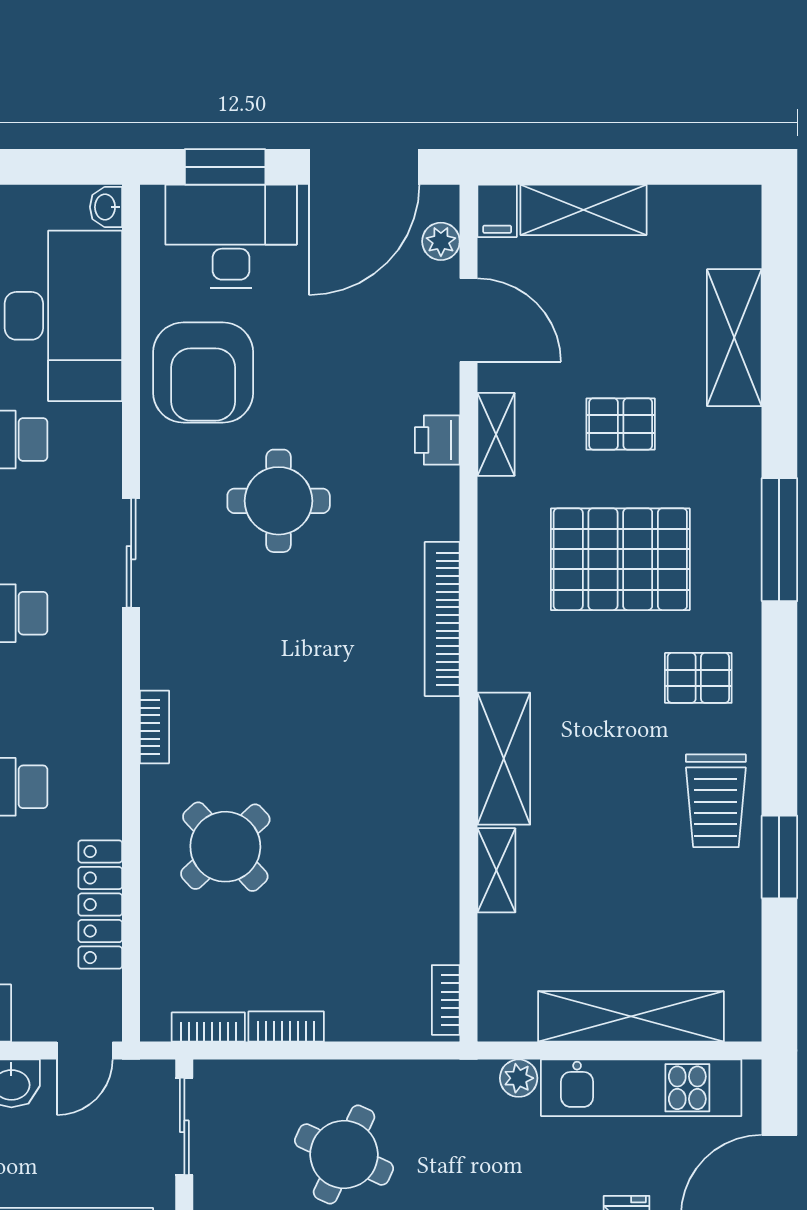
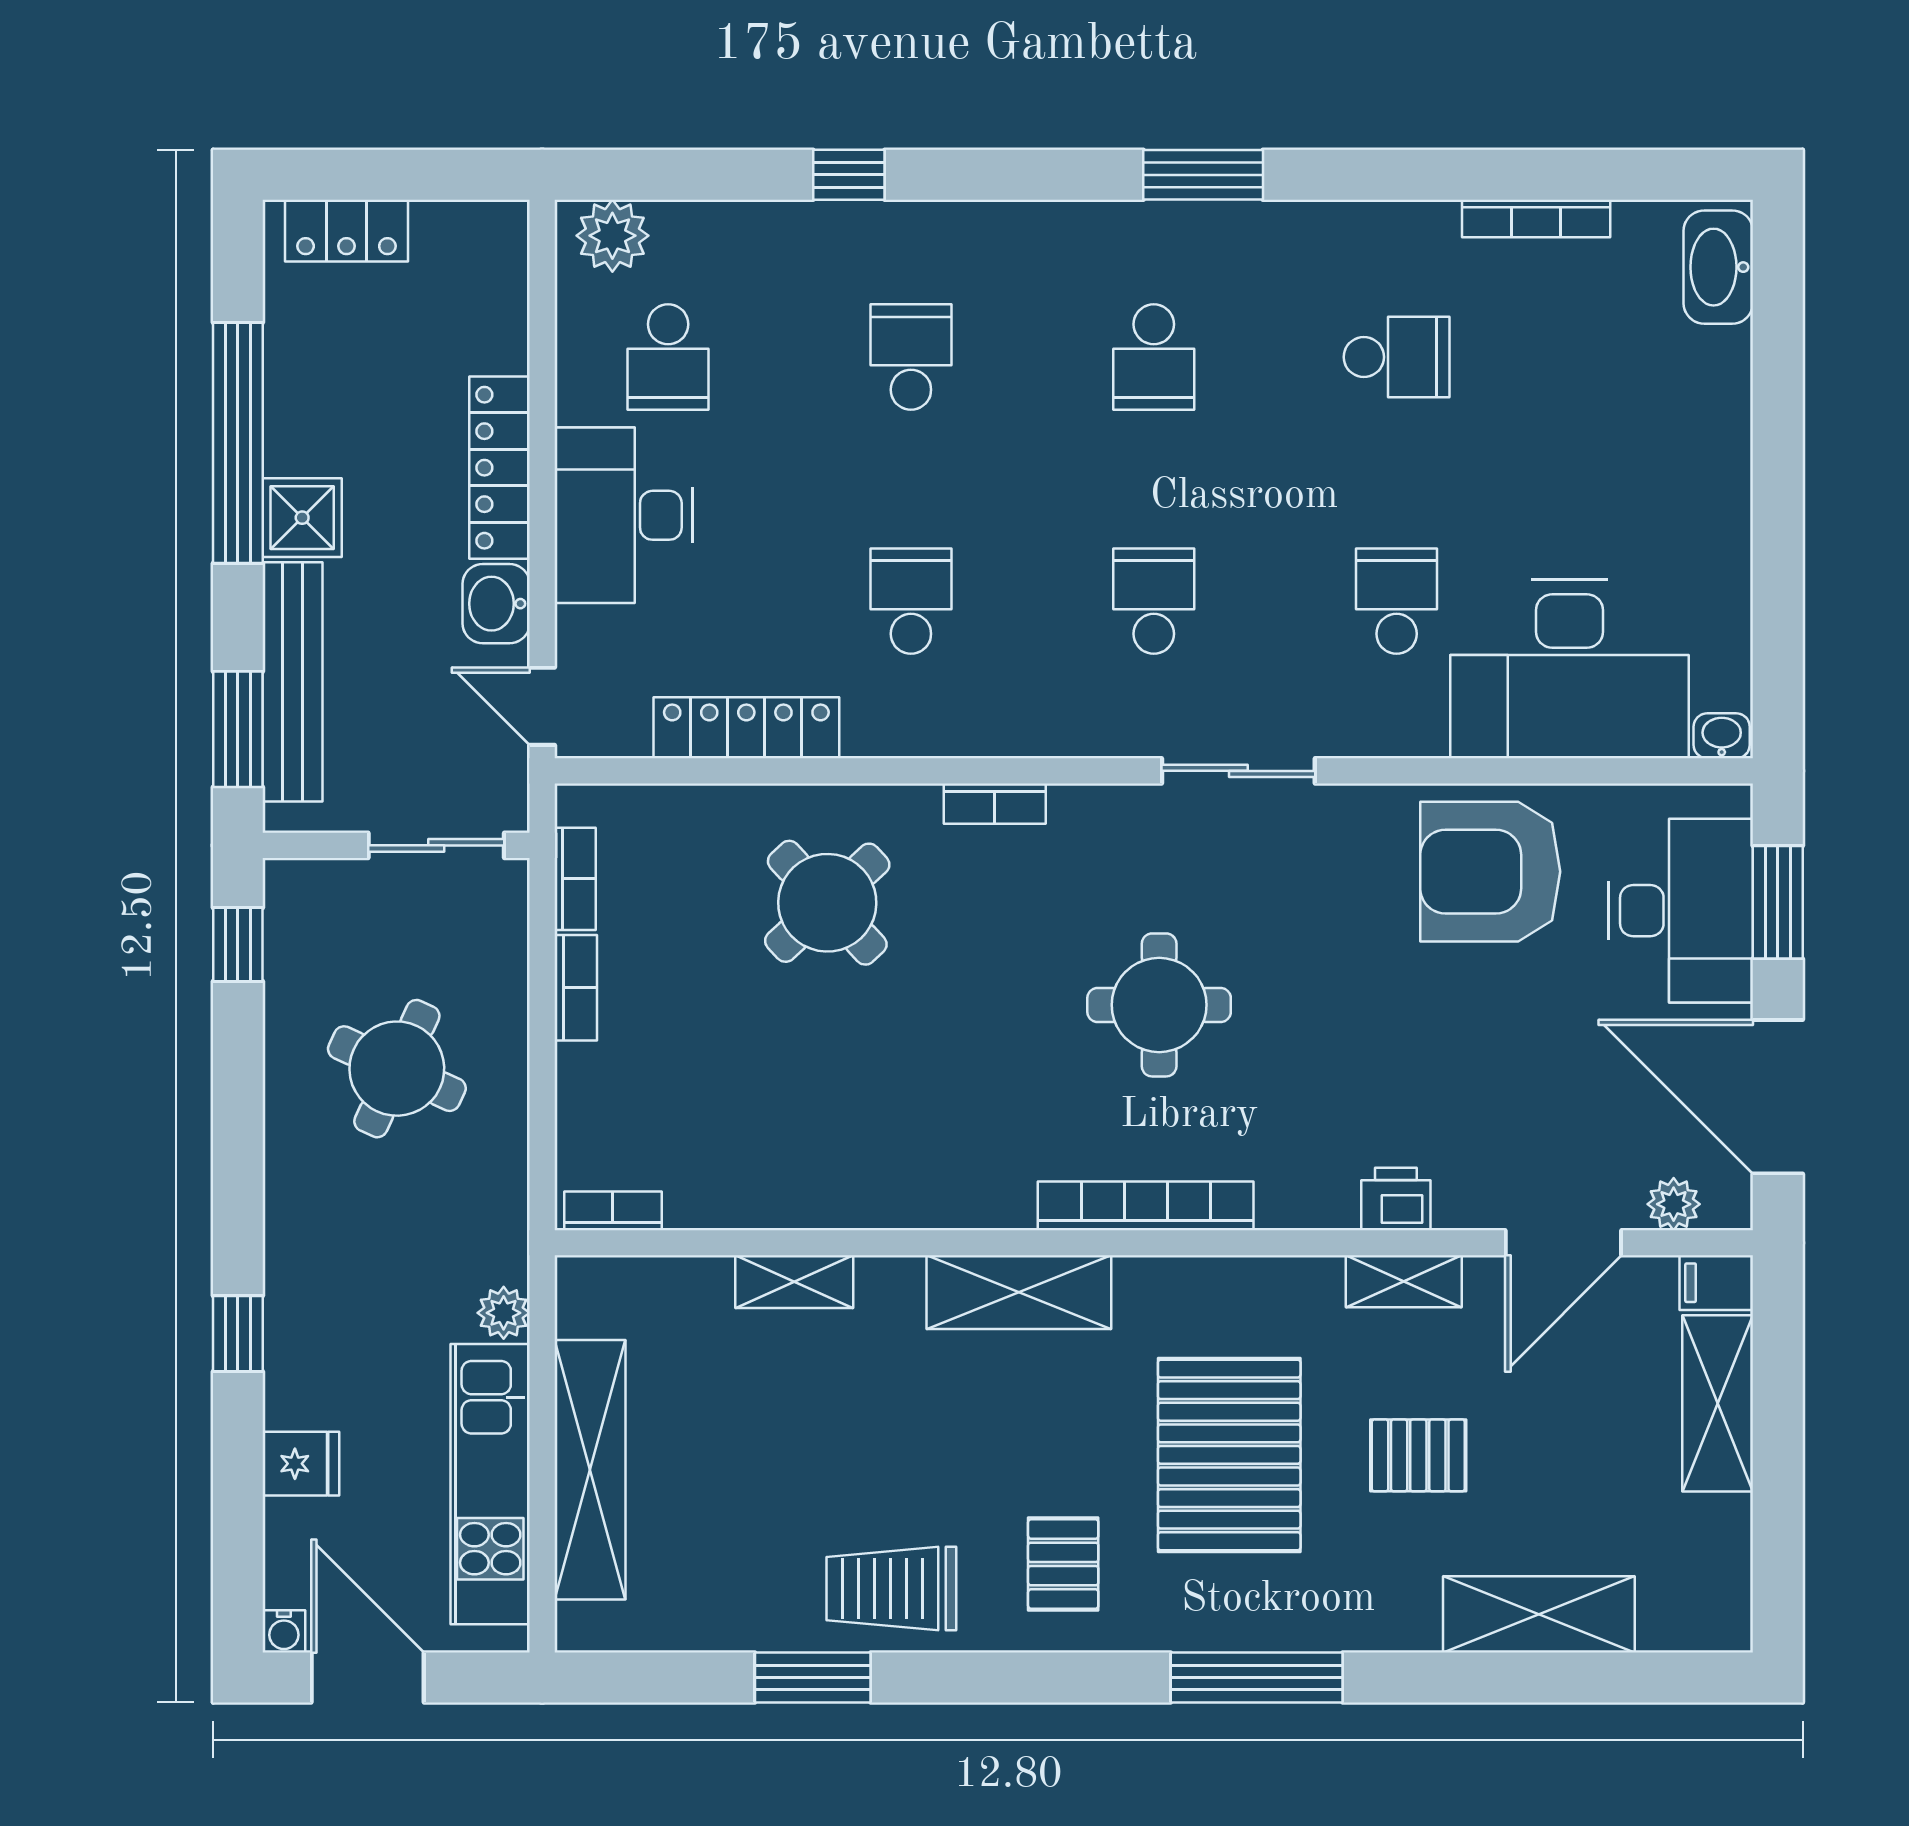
pallet: (621, 424) -> (1418, 1455), turned 90
round table: (279, 501) -> (1159, 1005), moved
shelving: (504, 759) -> (1019, 1292), moved

